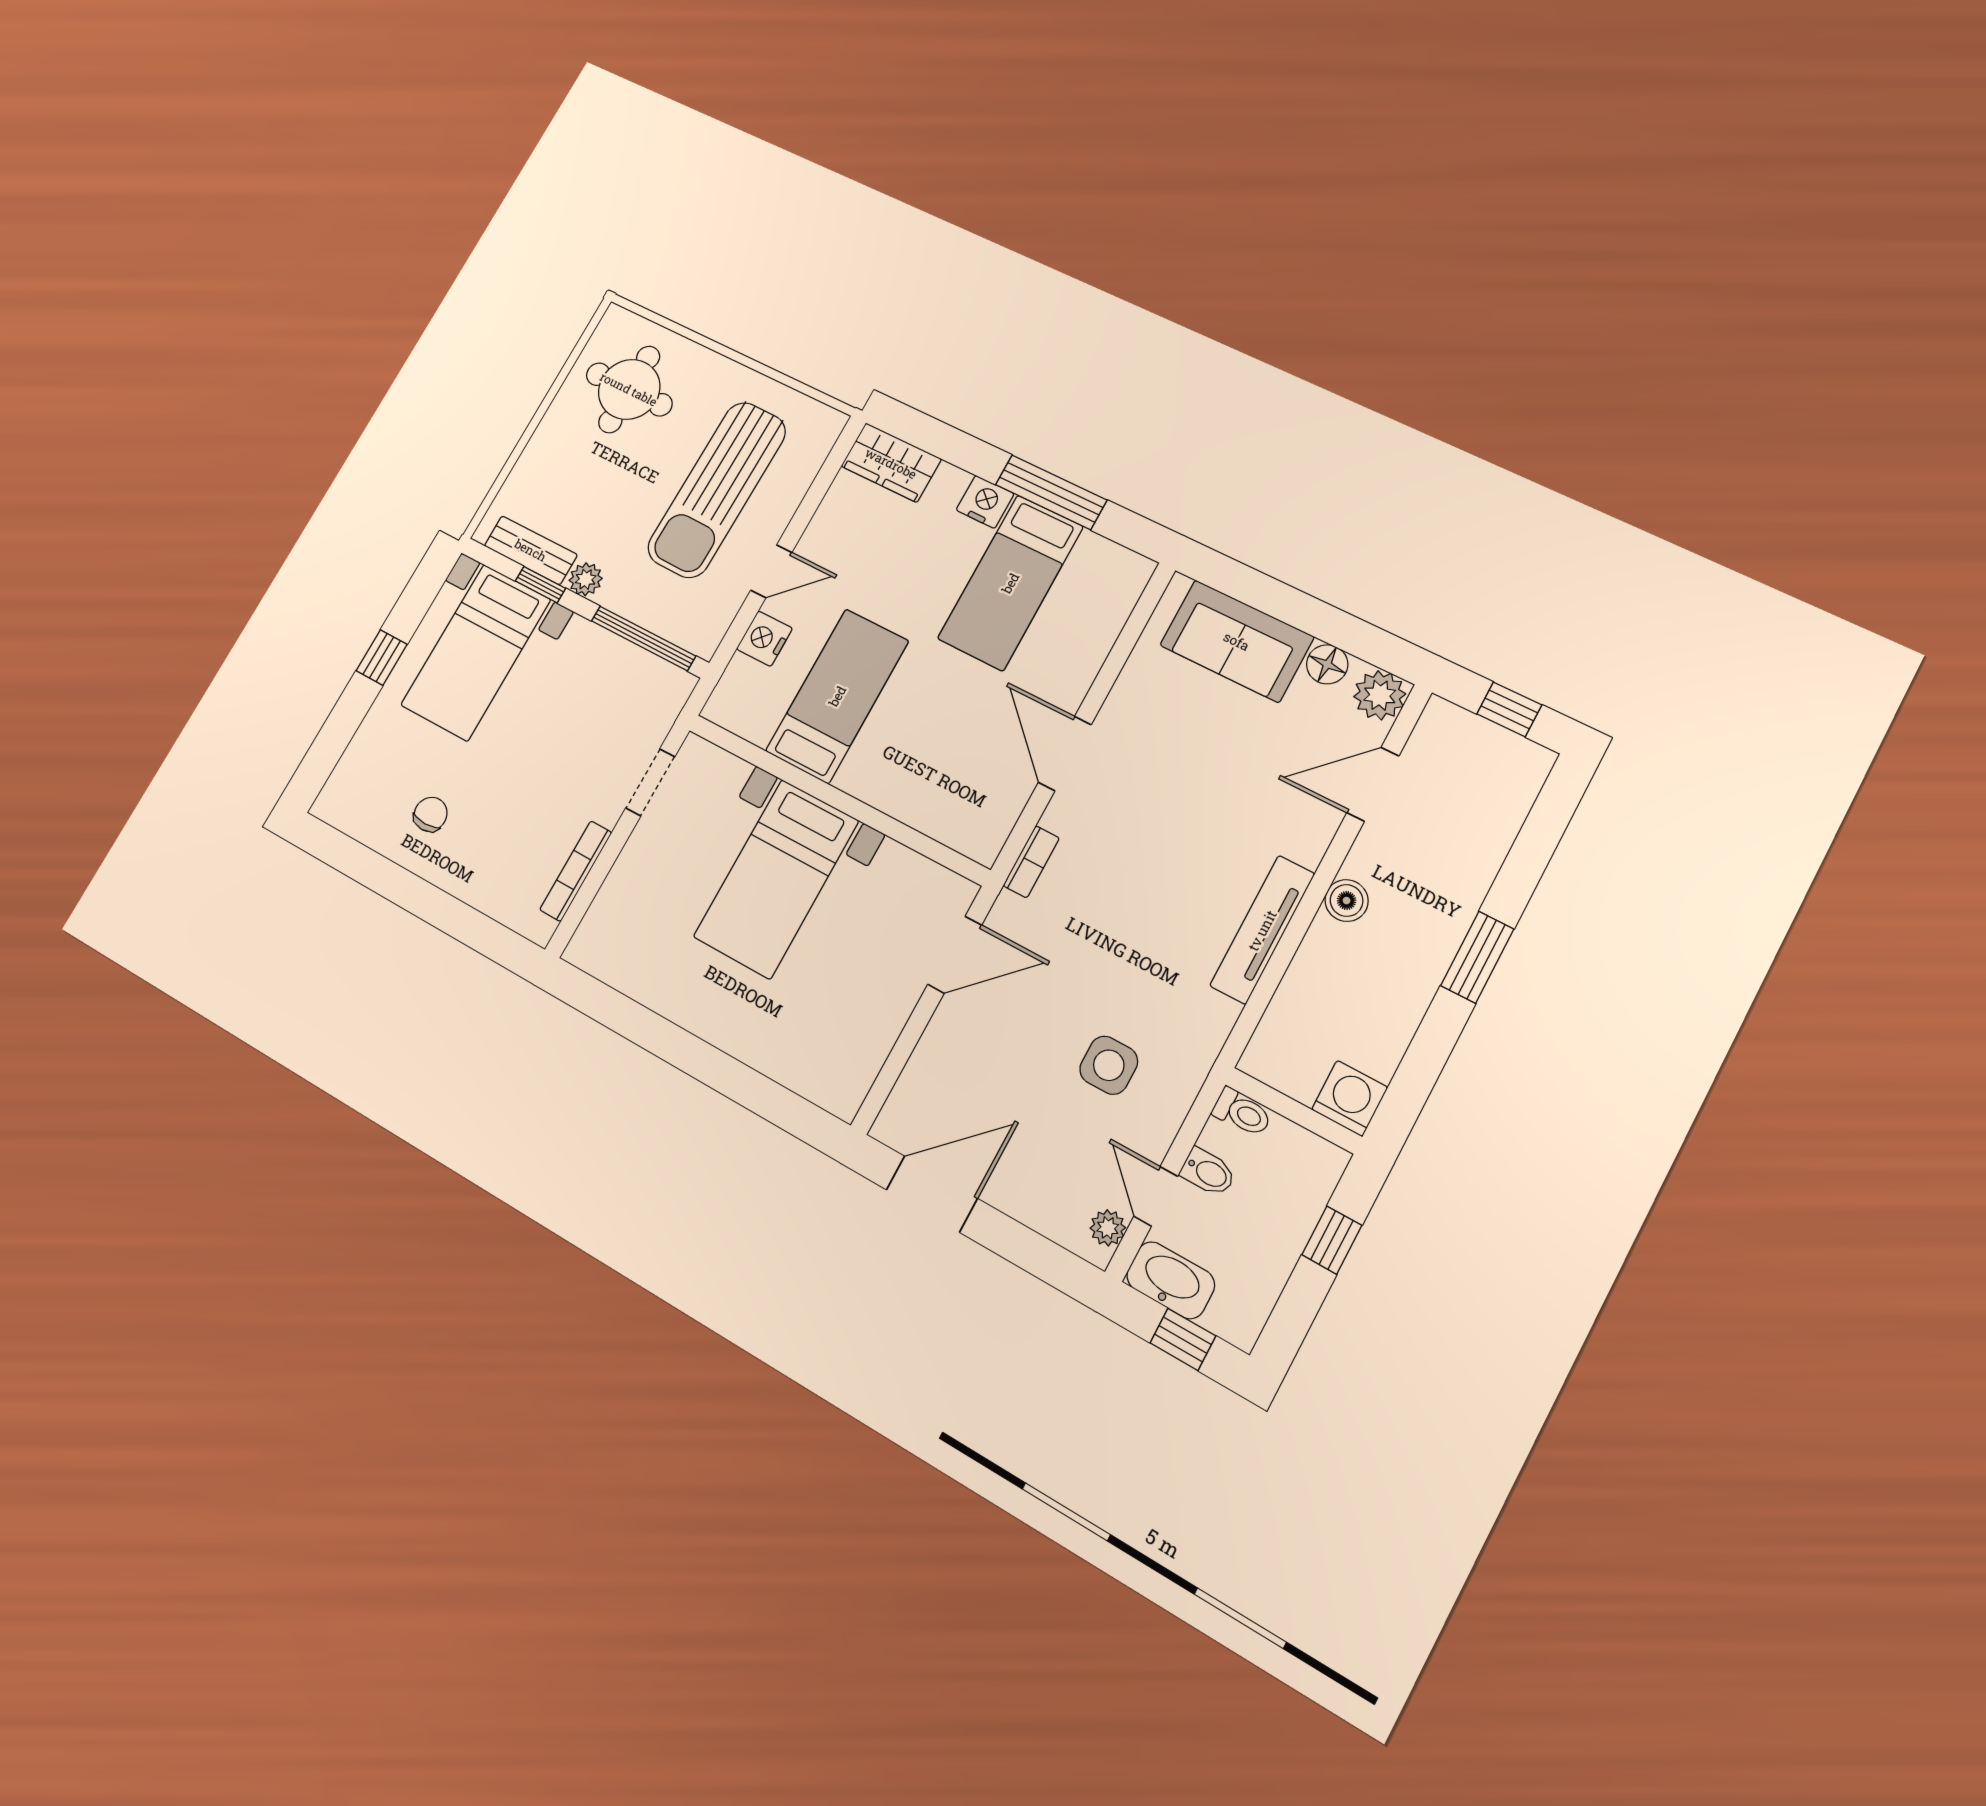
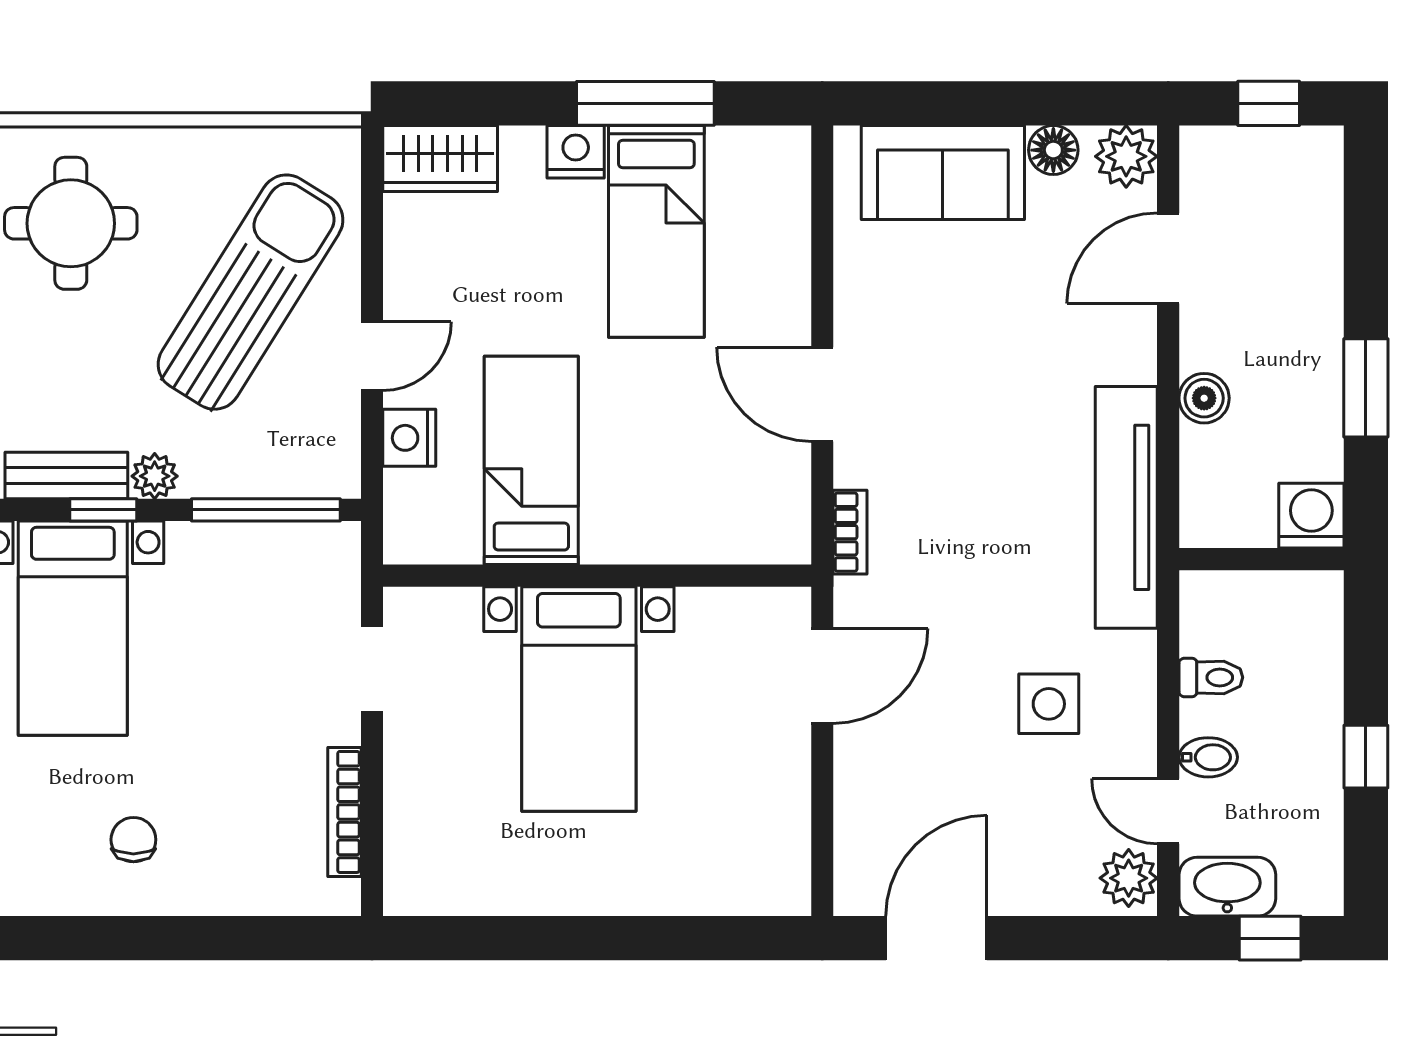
sun lounger: (717, 490) -> (251, 292), turned -149
tv unit: (1262, 930) -> (1126, 507), width x1.36, depth x1.29
washing machine: (1350, 1098) -> (1311, 516), moved
wall: (1293, 1111) -> (1262, 559), moved
plant: (1108, 1228) -> (1129, 878), width x1.38, depth x1.38

